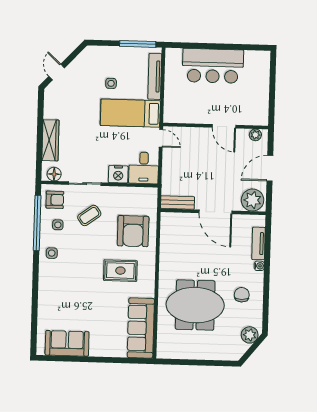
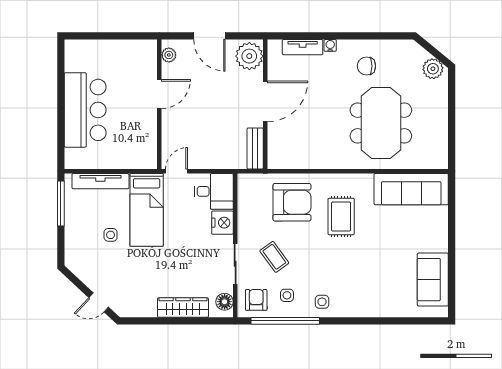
plant: (250, 335) -> (433, 69), moved

